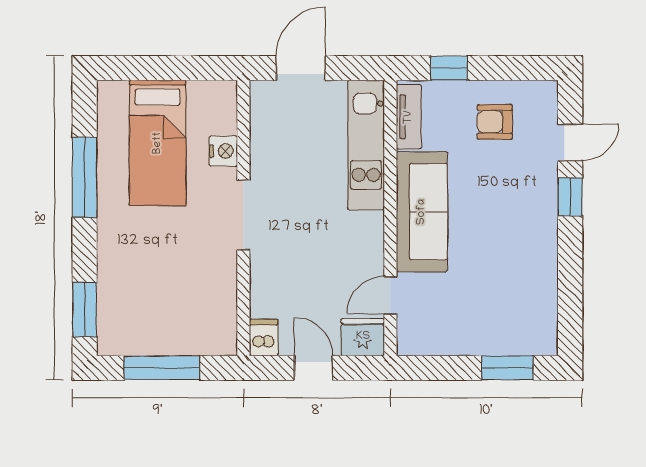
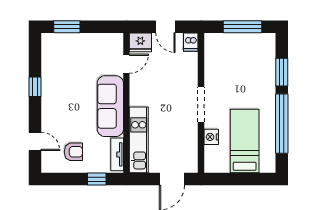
door: (570, 142) -> (35, 141), swing flipped
window: (85, 177) -> (282, 124), width x1.46
window: (570, 197) -> (35, 87), moved
window: (85, 309) -> (282, 72), moved

